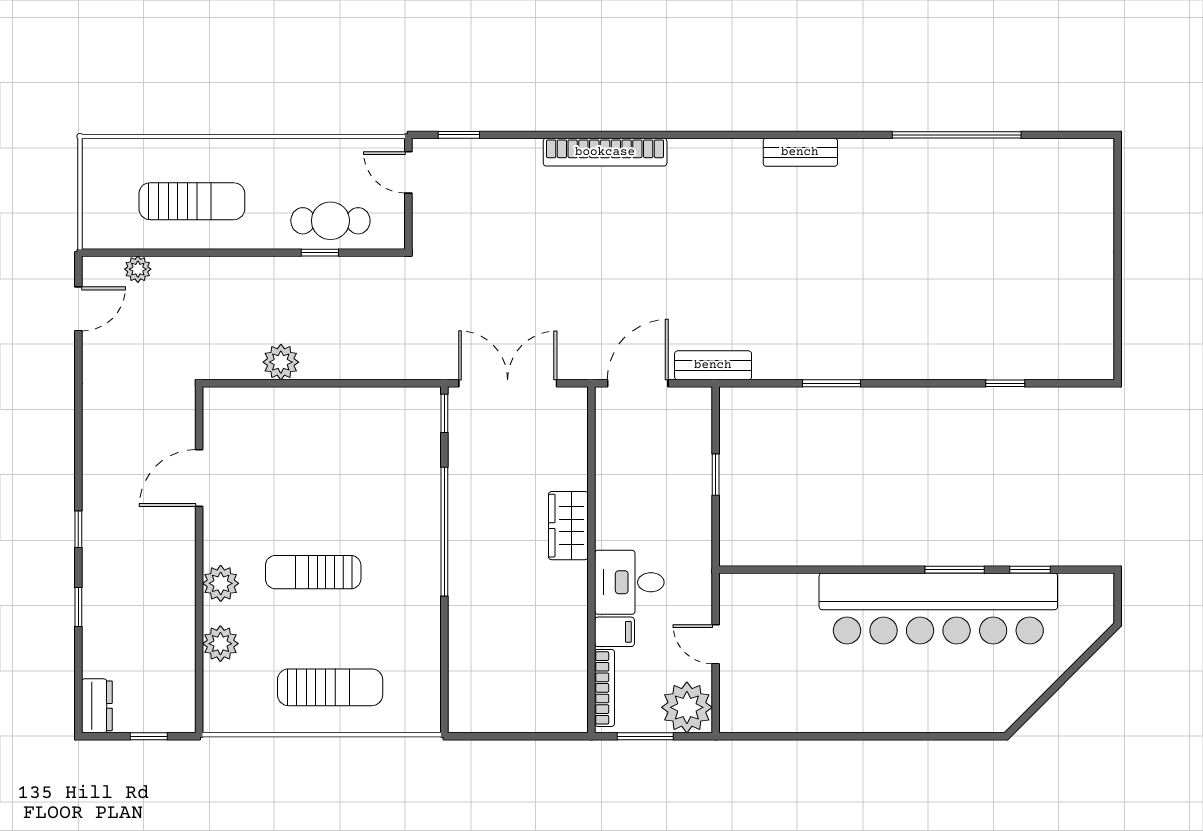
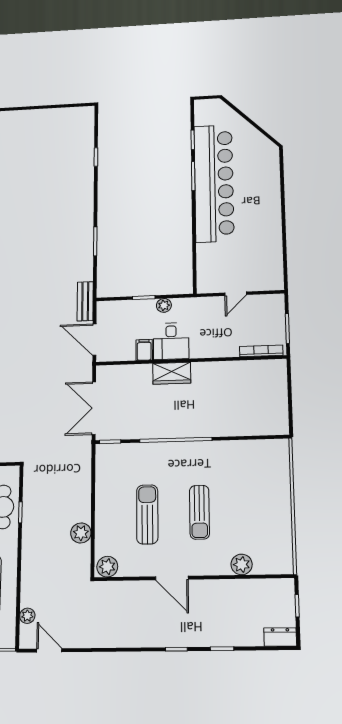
door: (199, 478) -> (172, 578), moved
desk: (629, 582) -> (171, 341), moved
plant: (221, 583) -> (107, 567), moved
filing cabinet: (614, 632) -> (144, 350), moved
sun lounger: (330, 687) -> (147, 514), moved
plant: (687, 707) -> (164, 305), moved, width x0.53, depth x0.53

